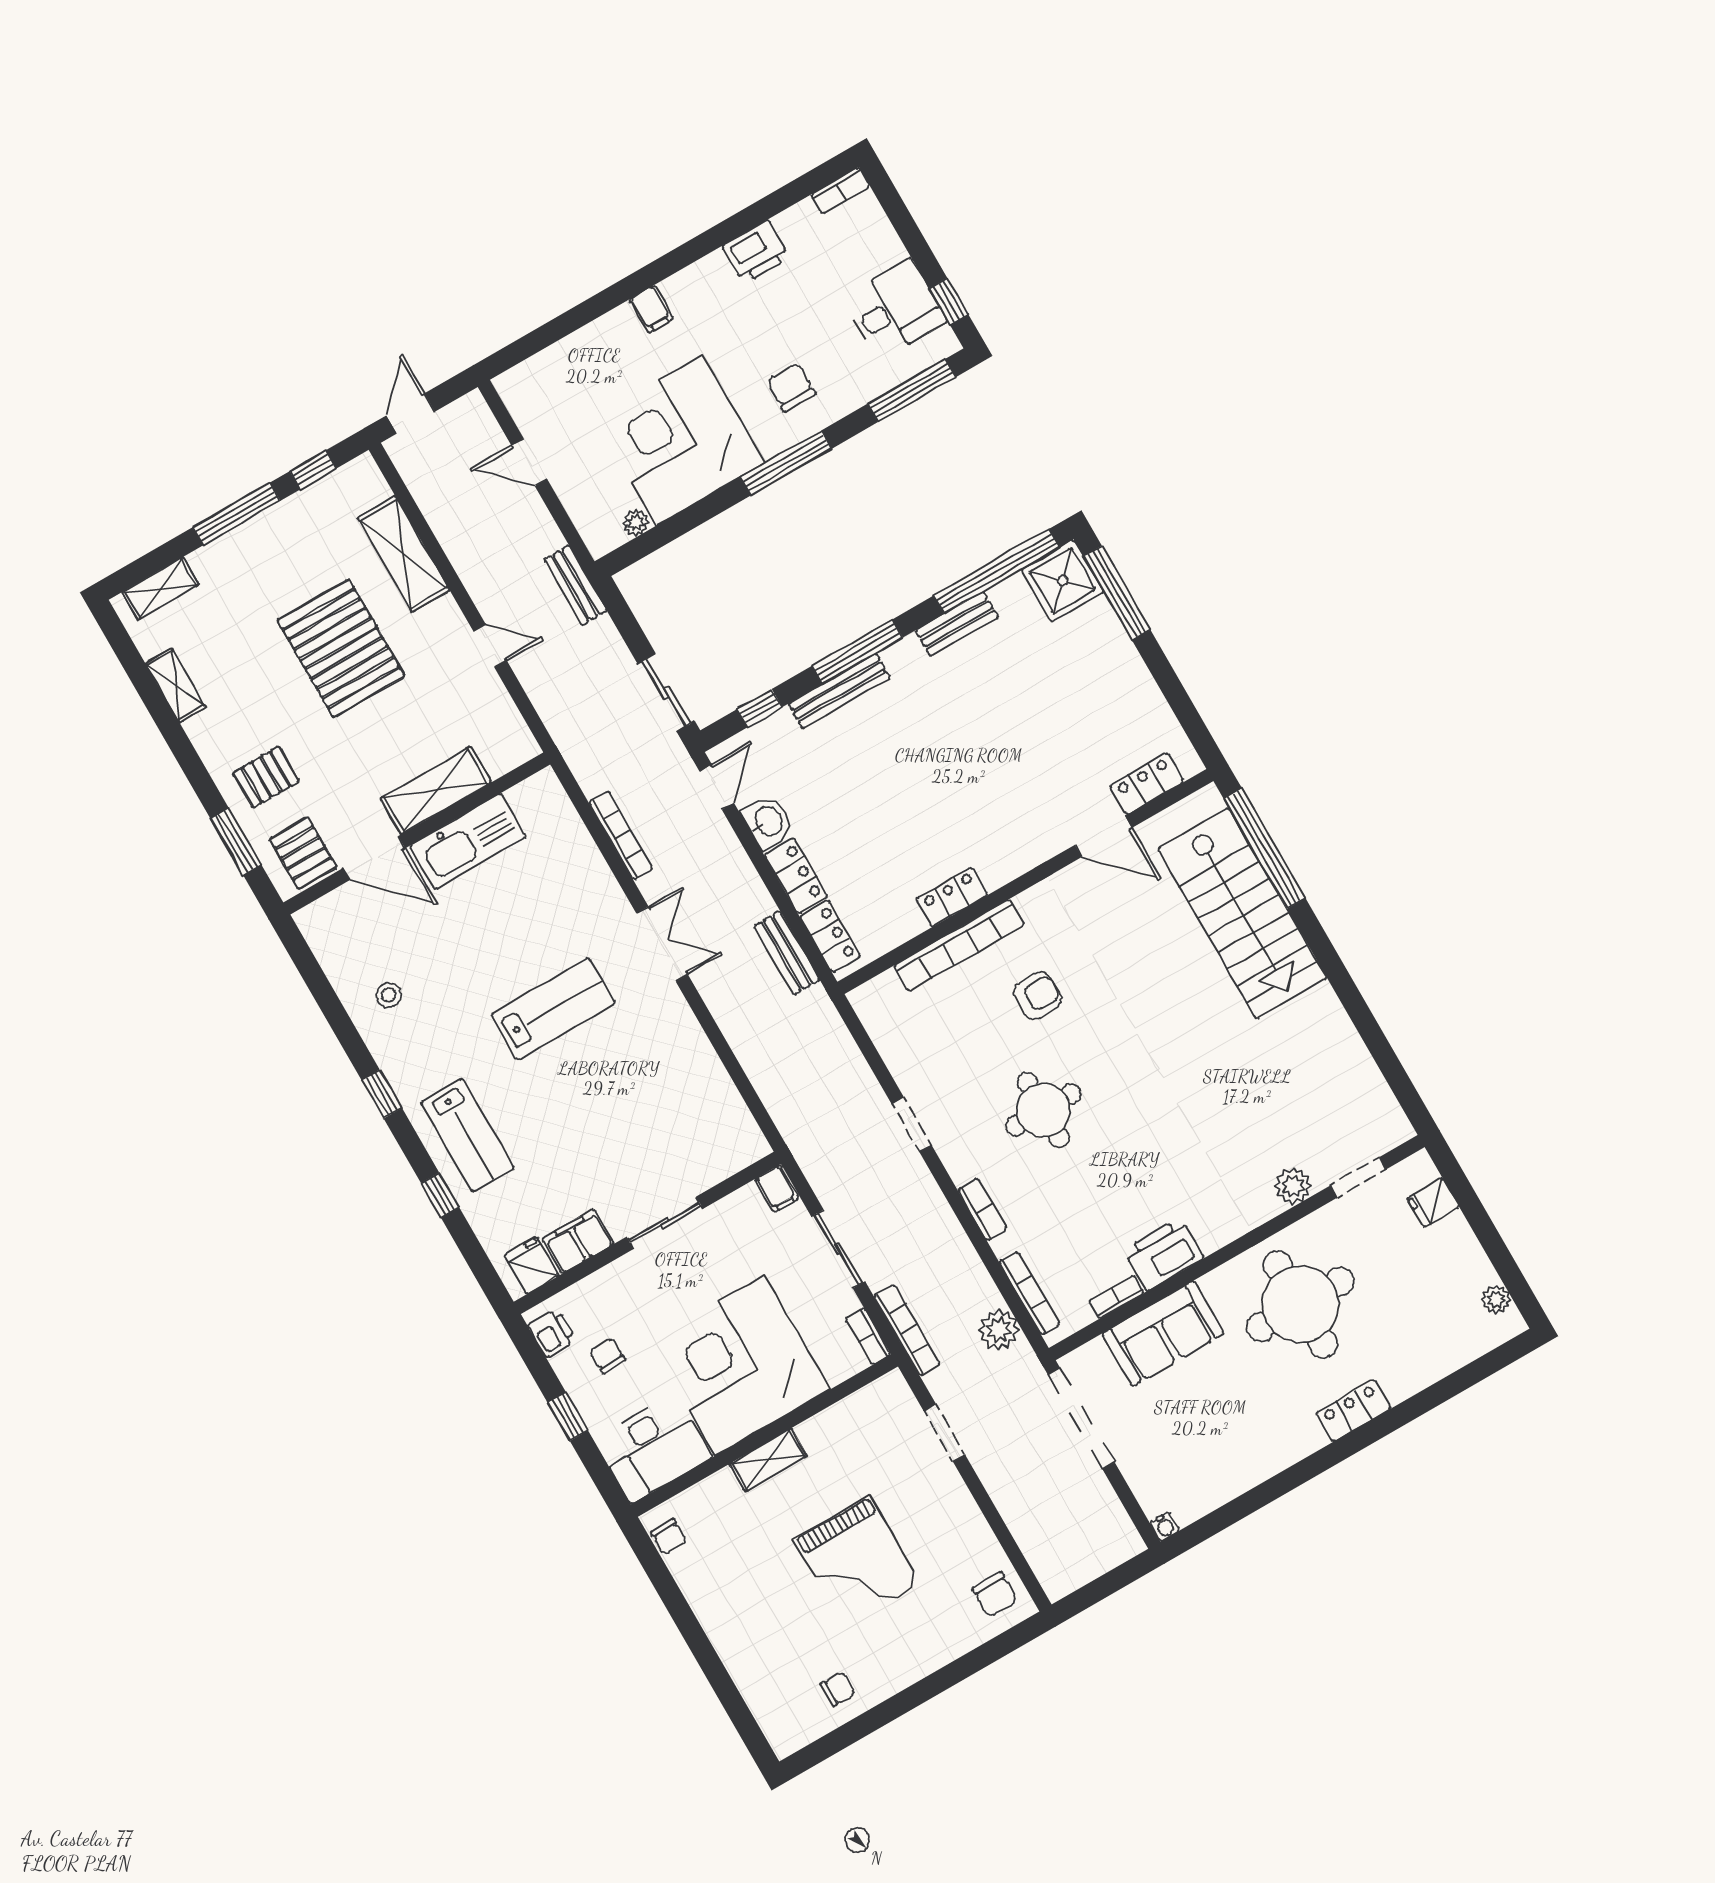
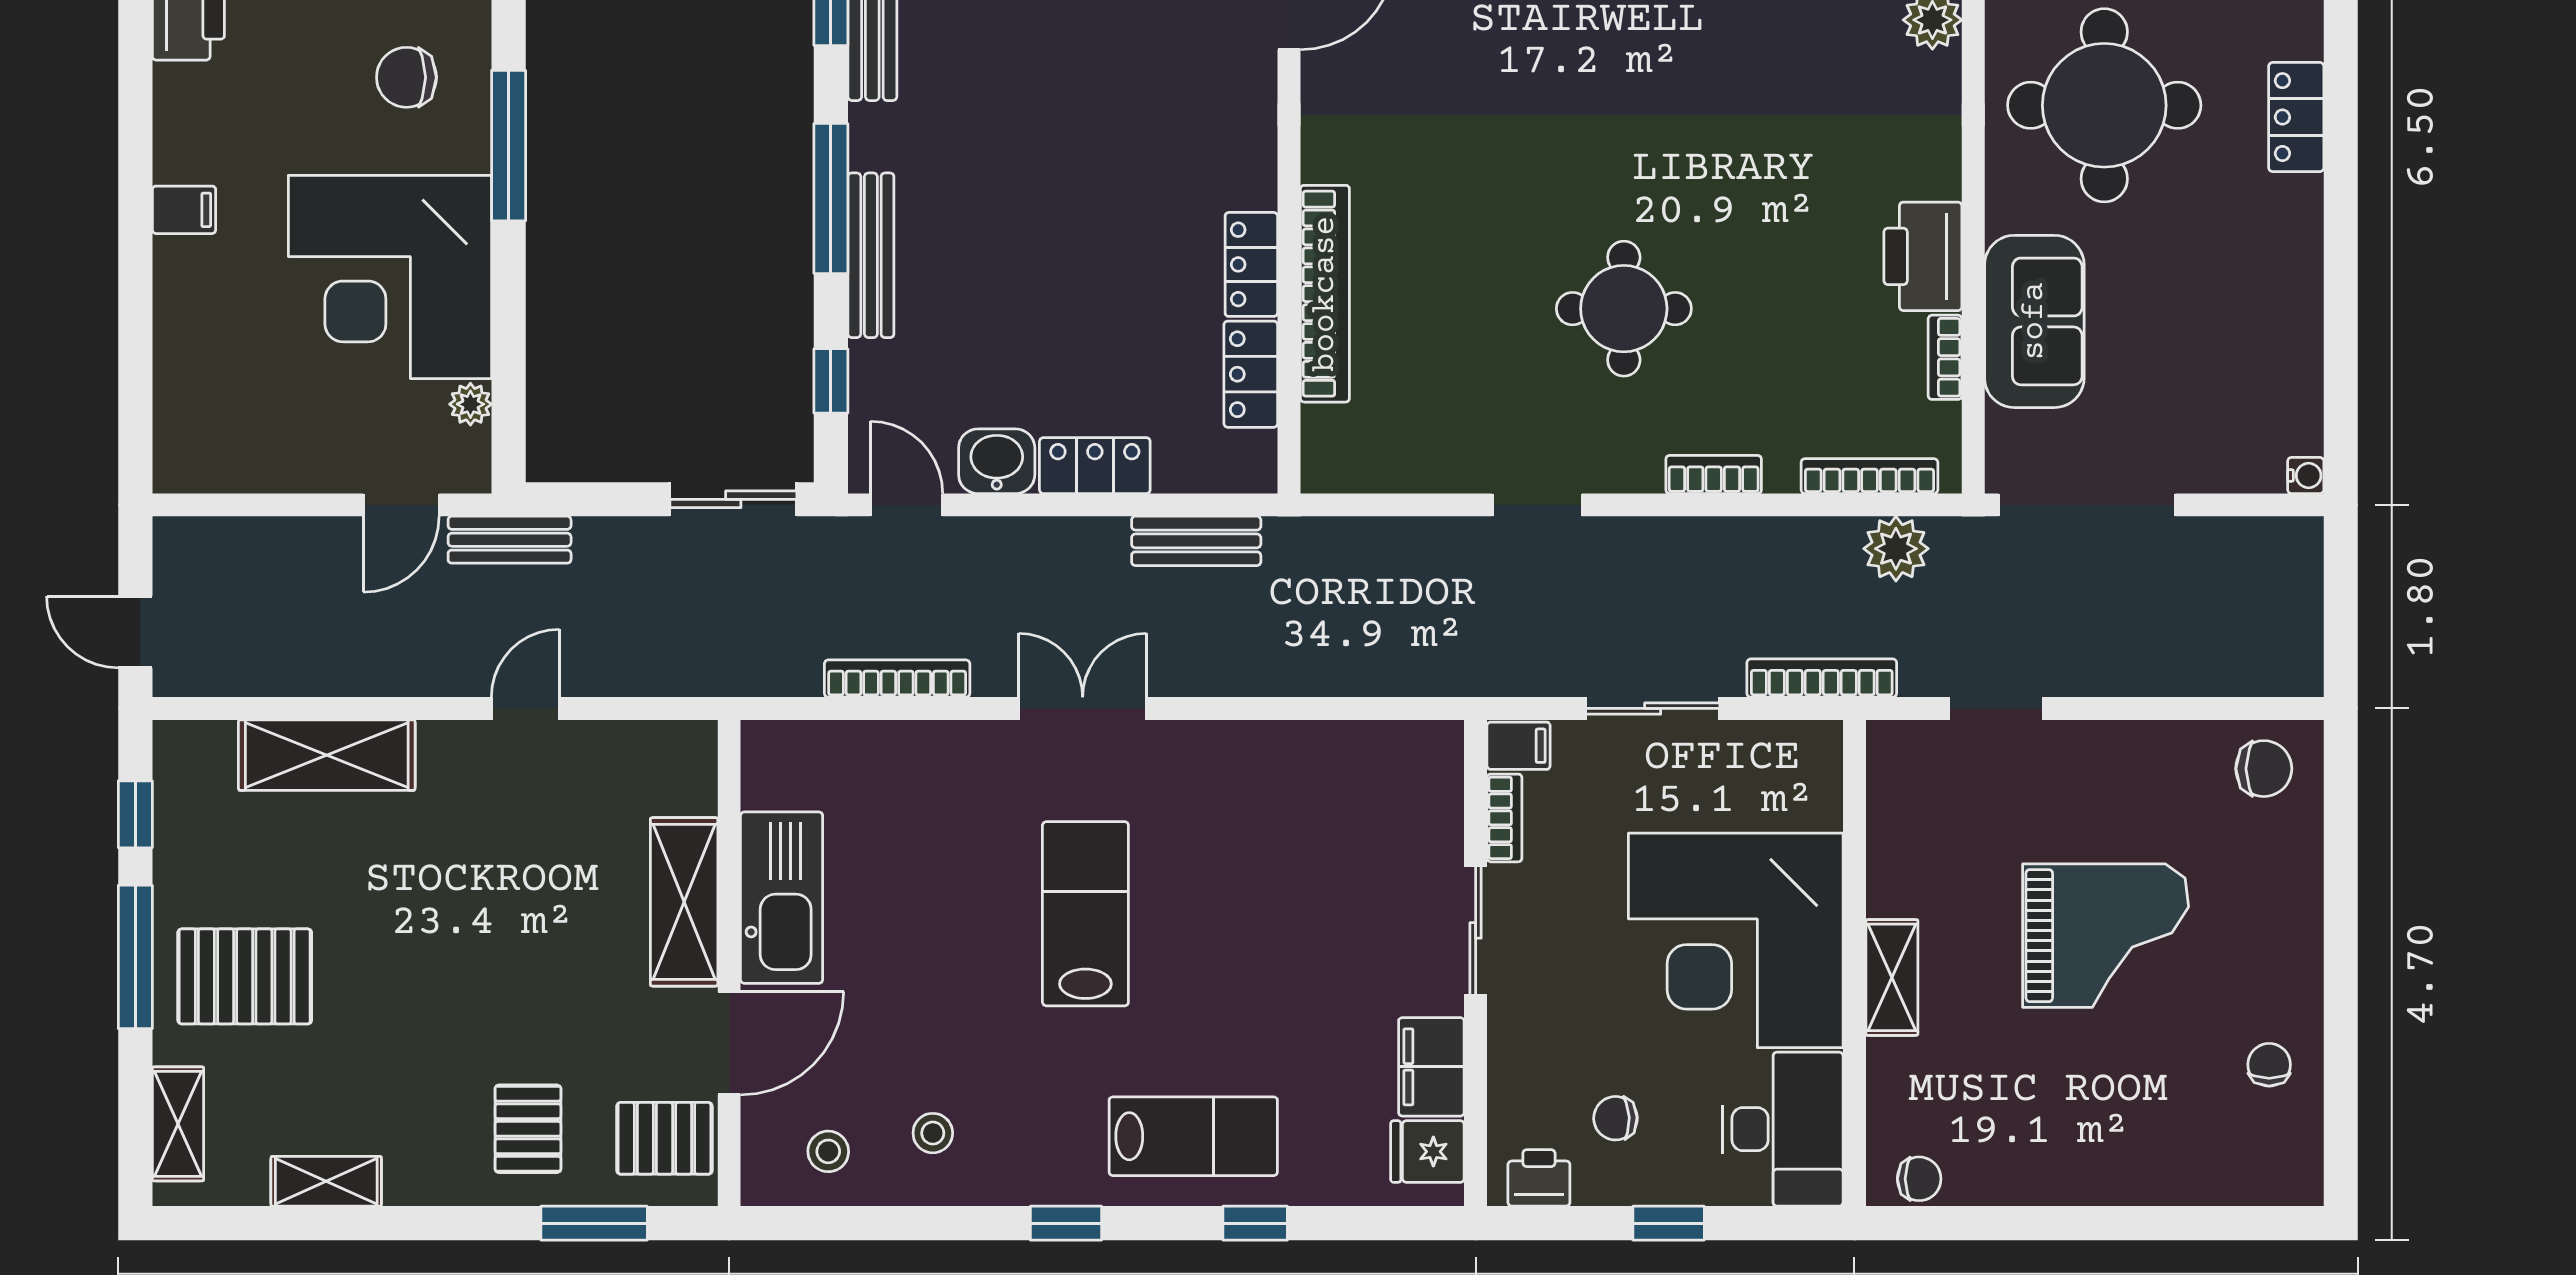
door: (529, 462) -> (401, 505), moved
pallet: (341, 648) -> (245, 976), moved, width x0.73, depth x0.71
locker: (830, 936) -> (1251, 374), moved, turned -90
stool: (347, 945) -> (828, 1151), added
armchair: (1037, 996) -> (1459, 224), removed
bookcase: (868, 1336) -> (1504, 818), moved, turned -90

